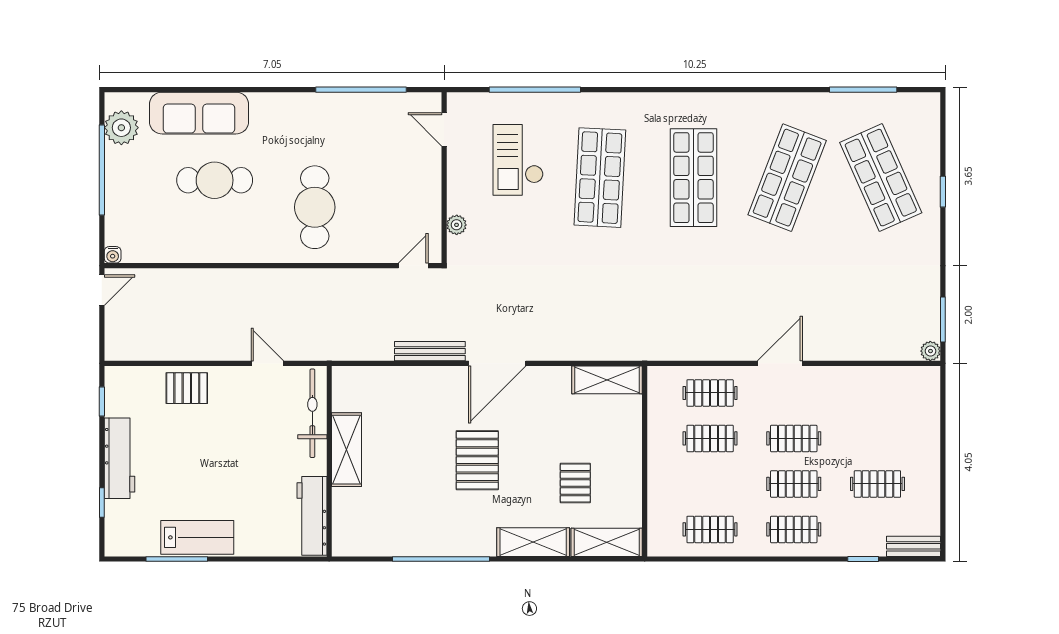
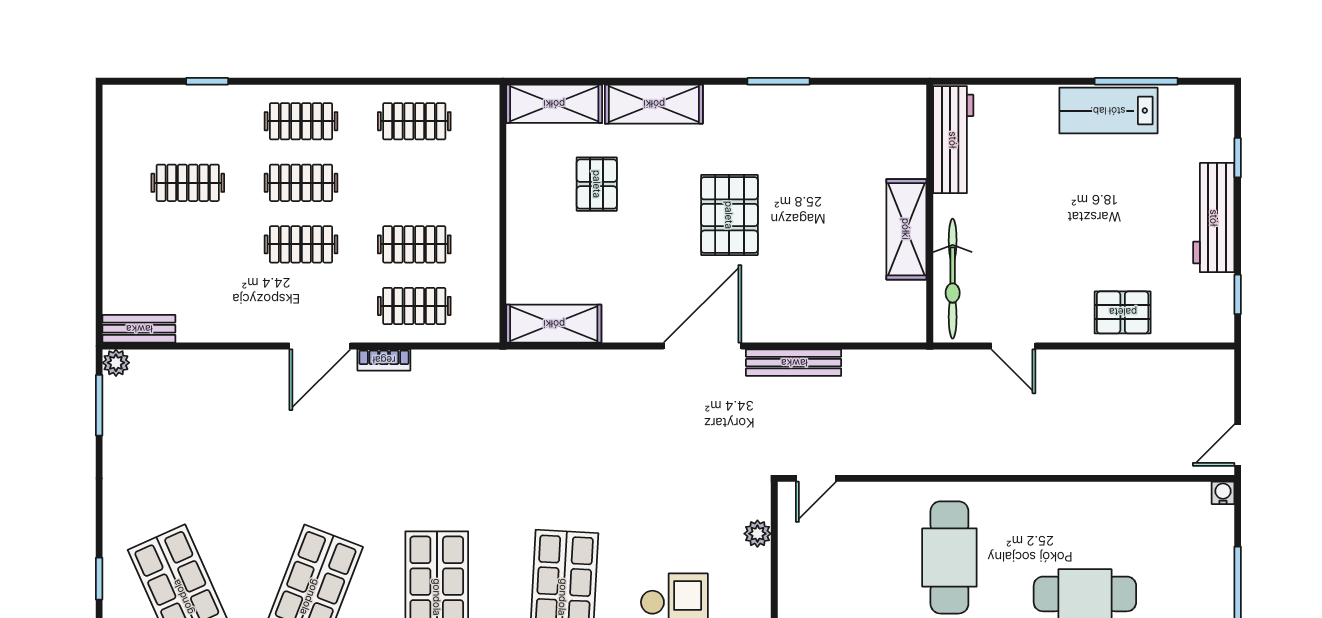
bookcase: (732, 353) -> (384, 360), added
bench: (914, 546) -> (139, 329), moved
window: (441, 559) -> (779, 81), width x0.47

